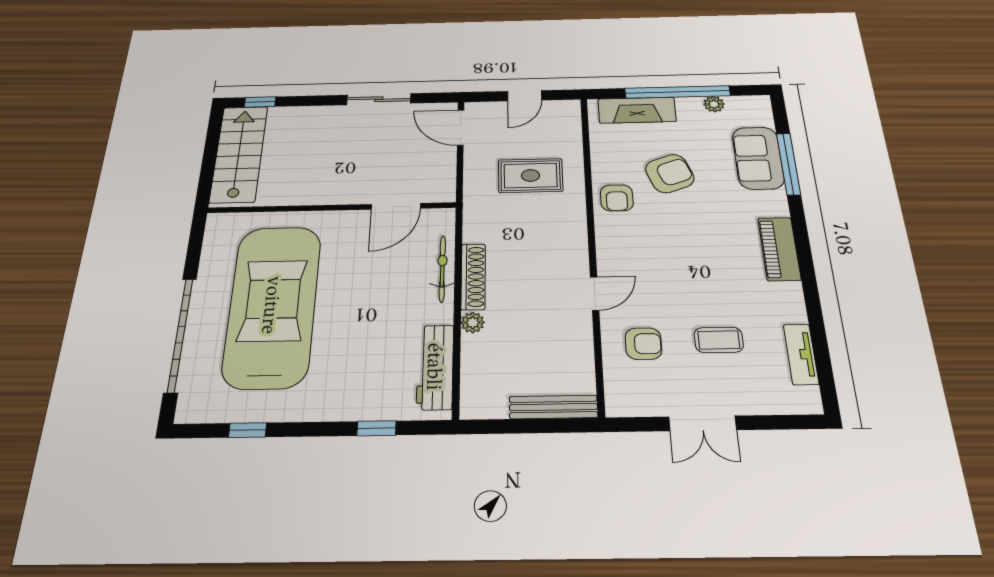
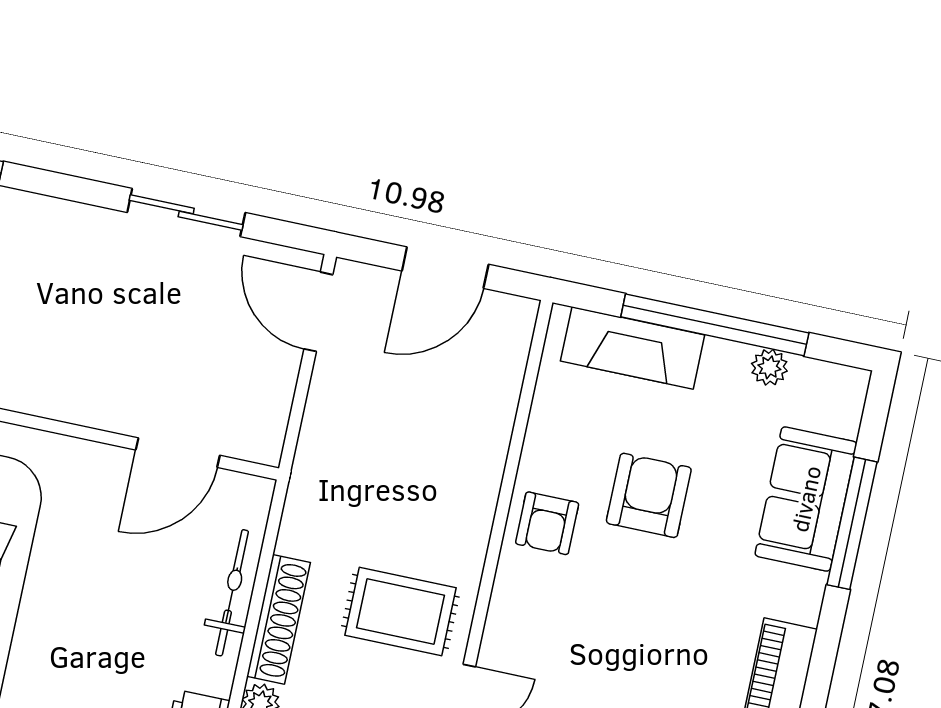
door: (525, 96) -> (445, 268), width x1.38
armchair: (670, 174) -> (649, 495), turned -70
rug: (530, 176) -> (401, 611), moved

